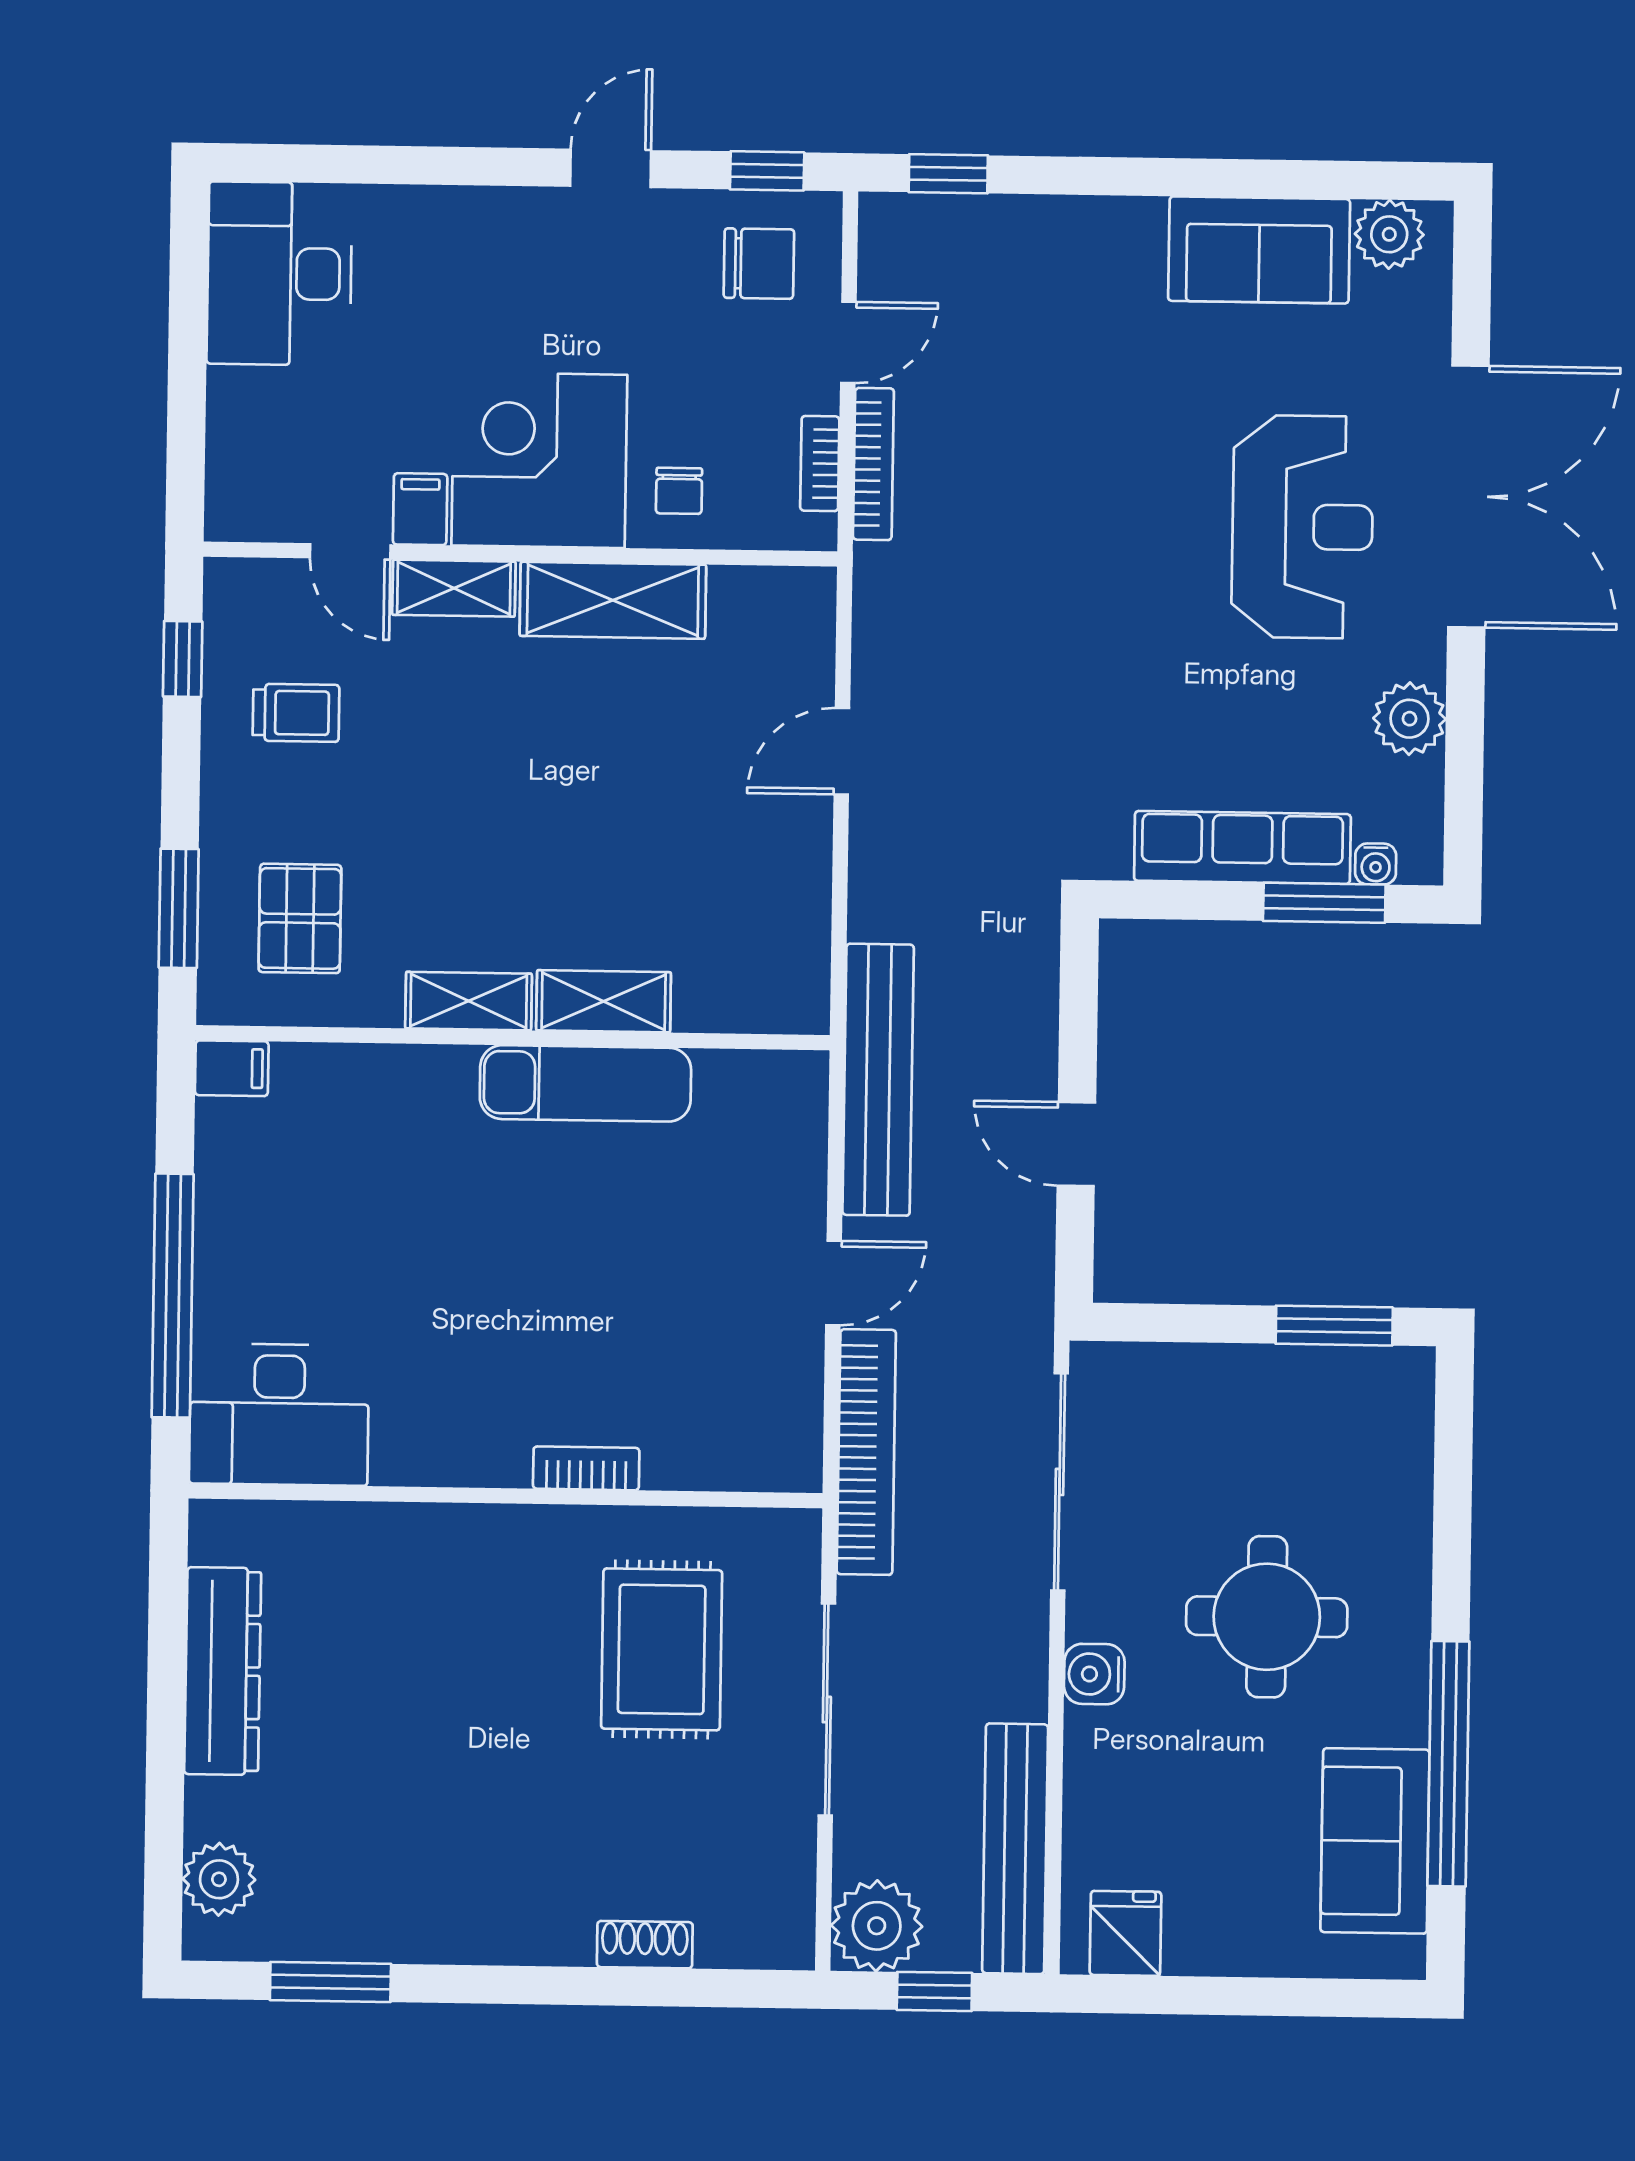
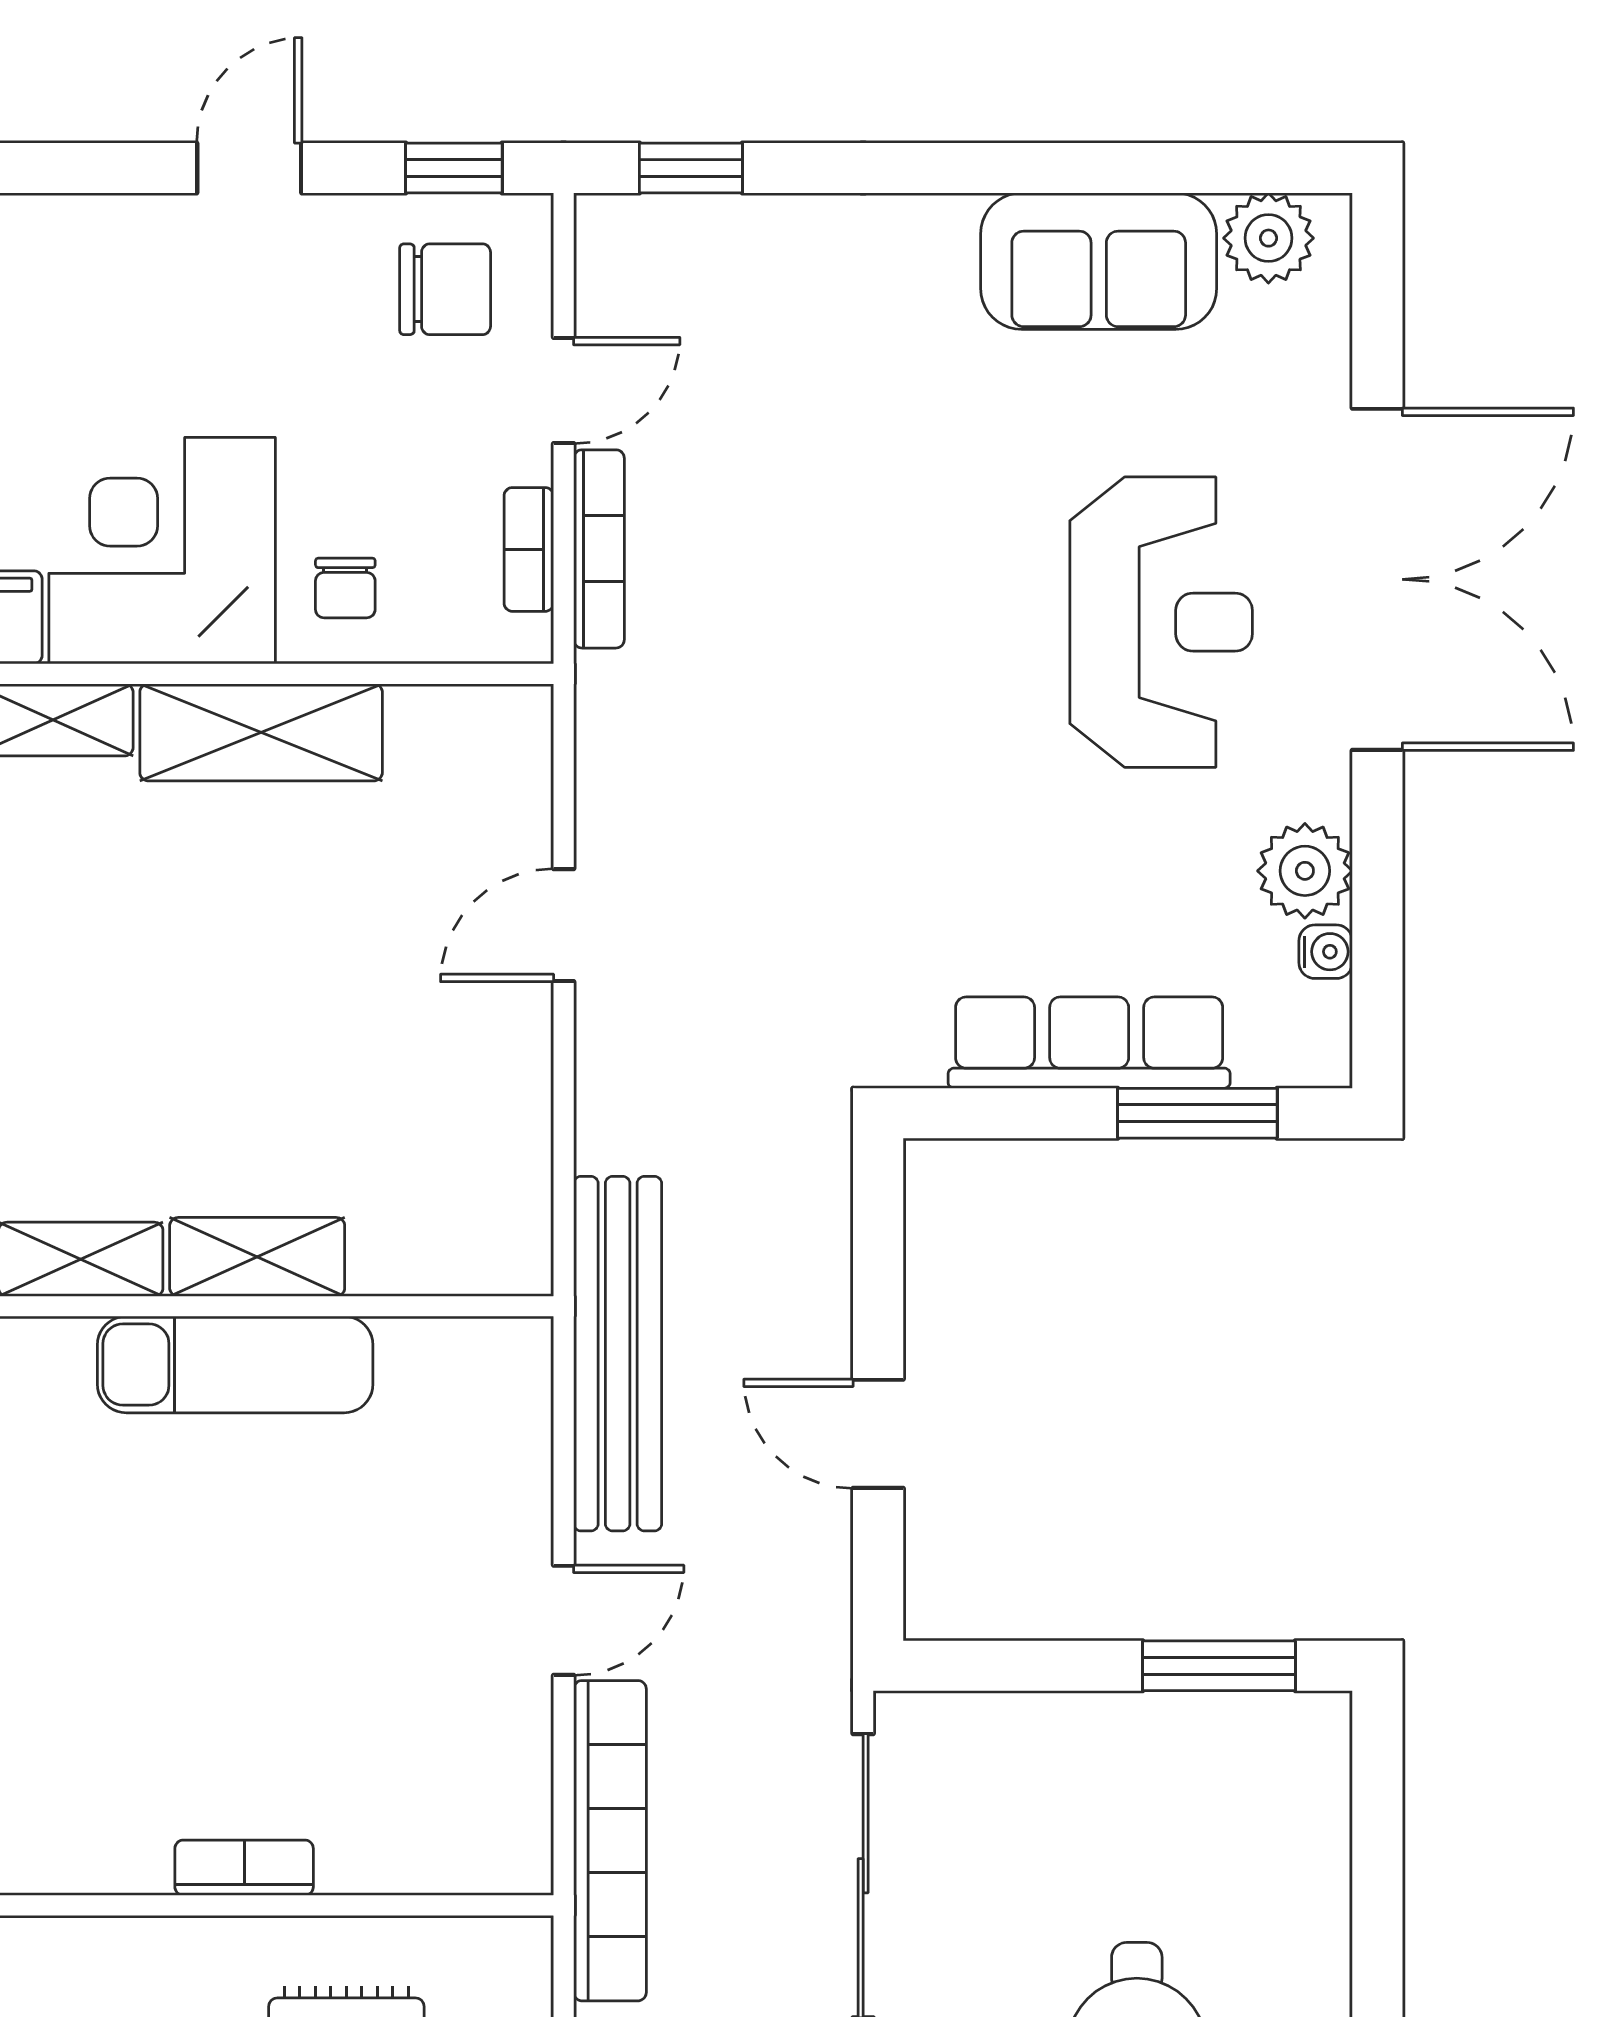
water cooler: (1376, 864) -> (1326, 952), moved, turned -90

